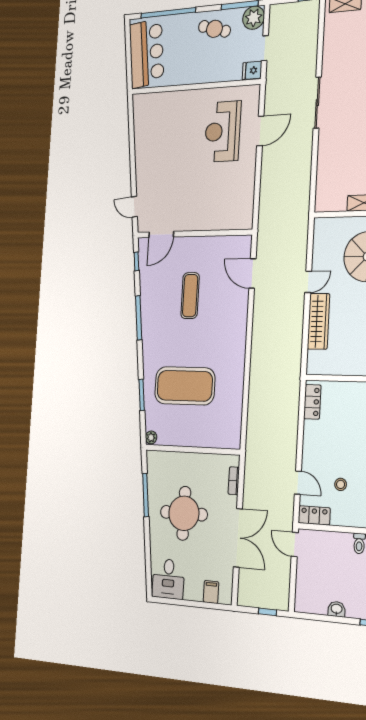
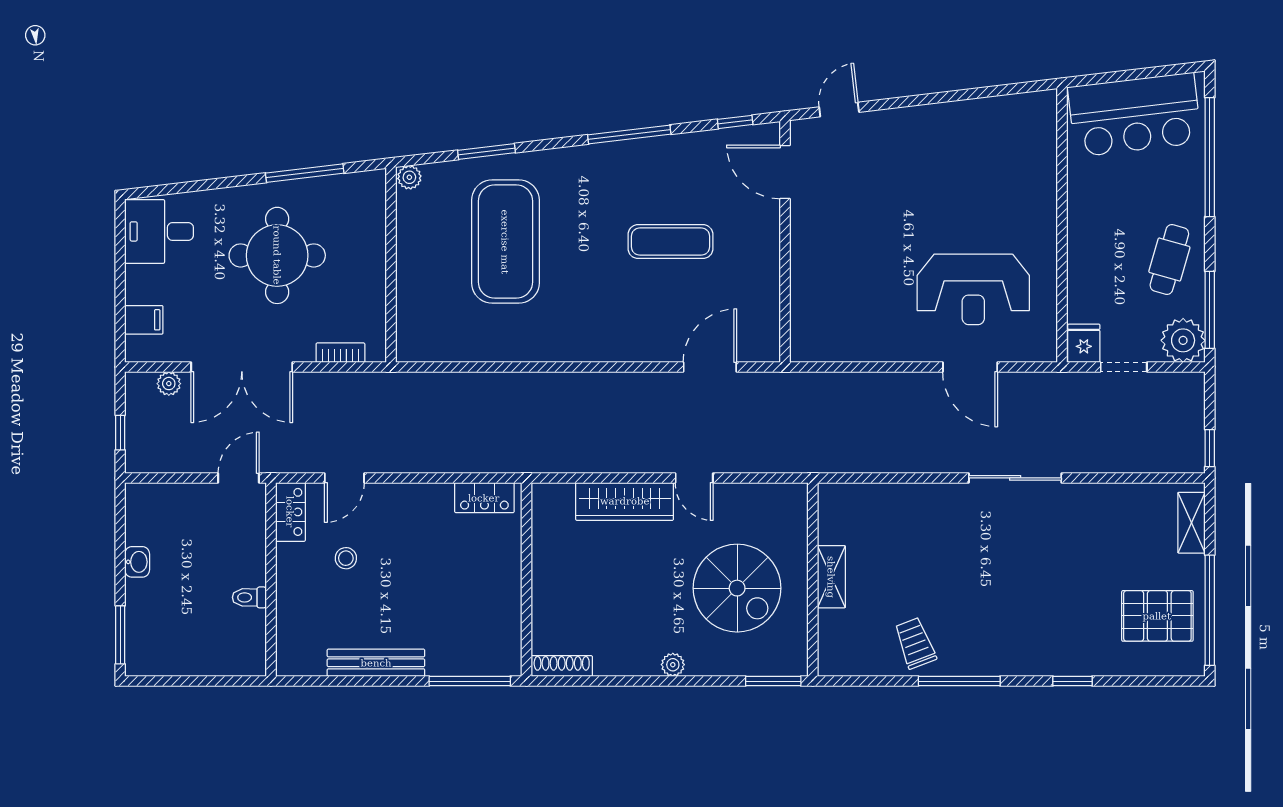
reception desk: (223, 132) -> (973, 289), turned 180
plant: (244, 581) -> (169, 384), added

